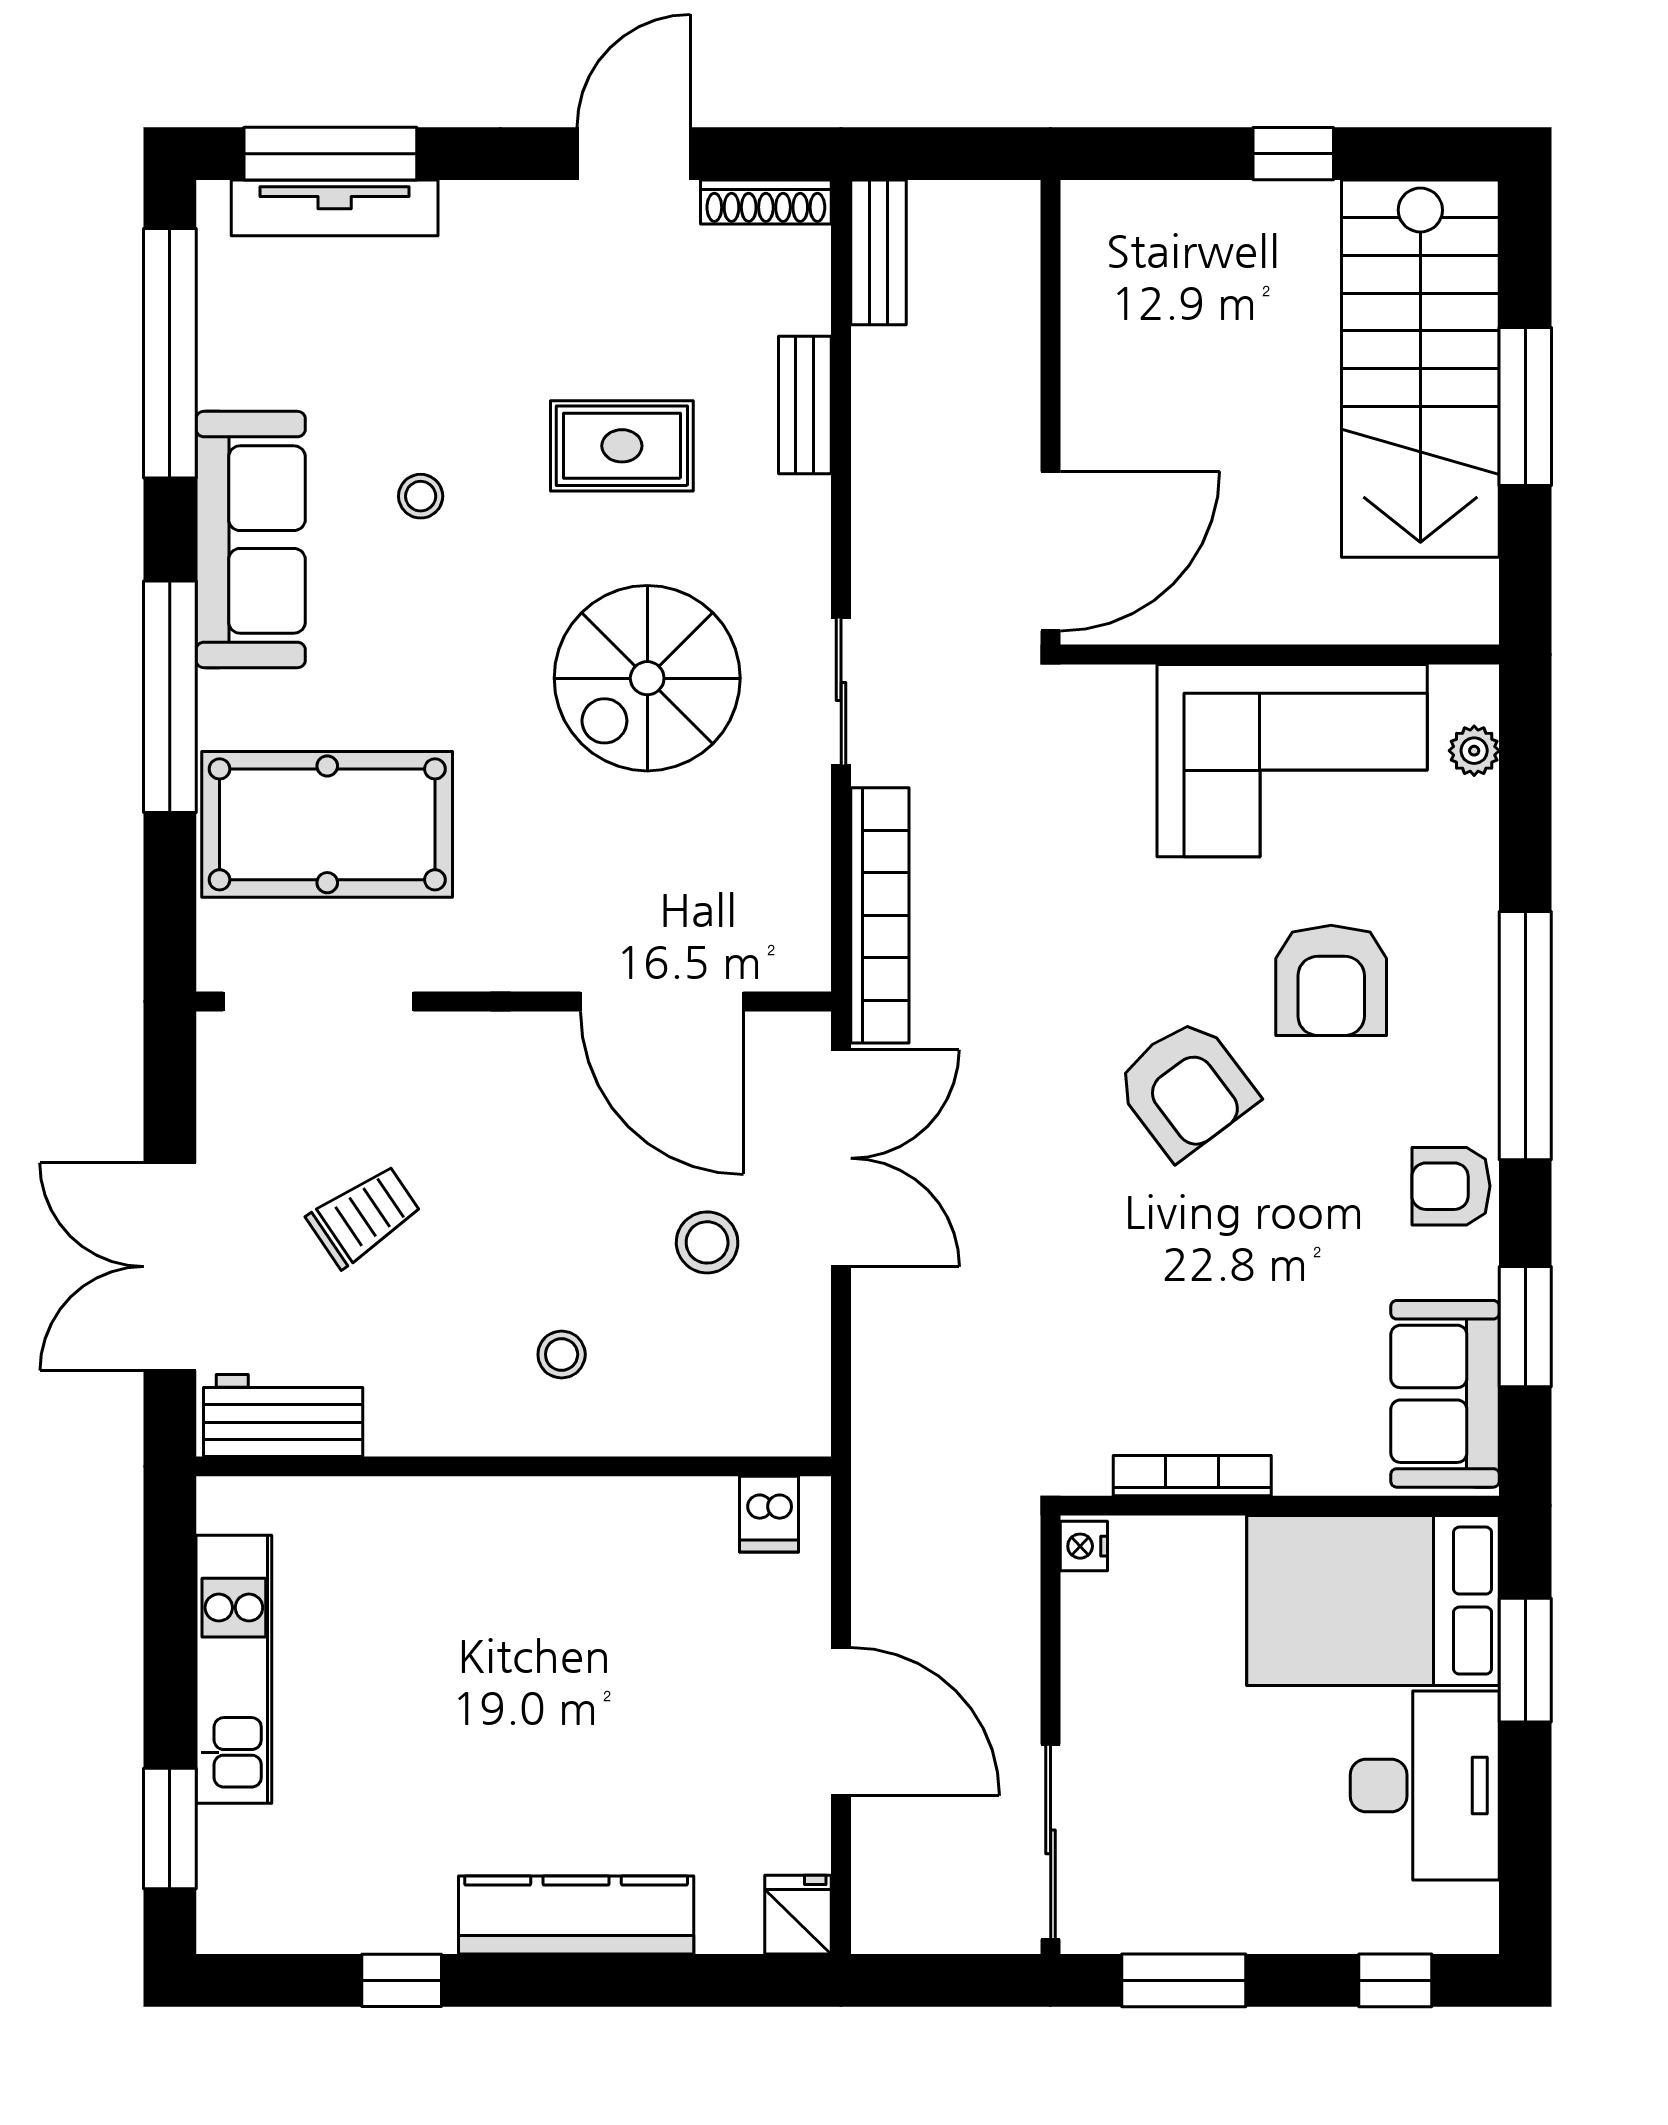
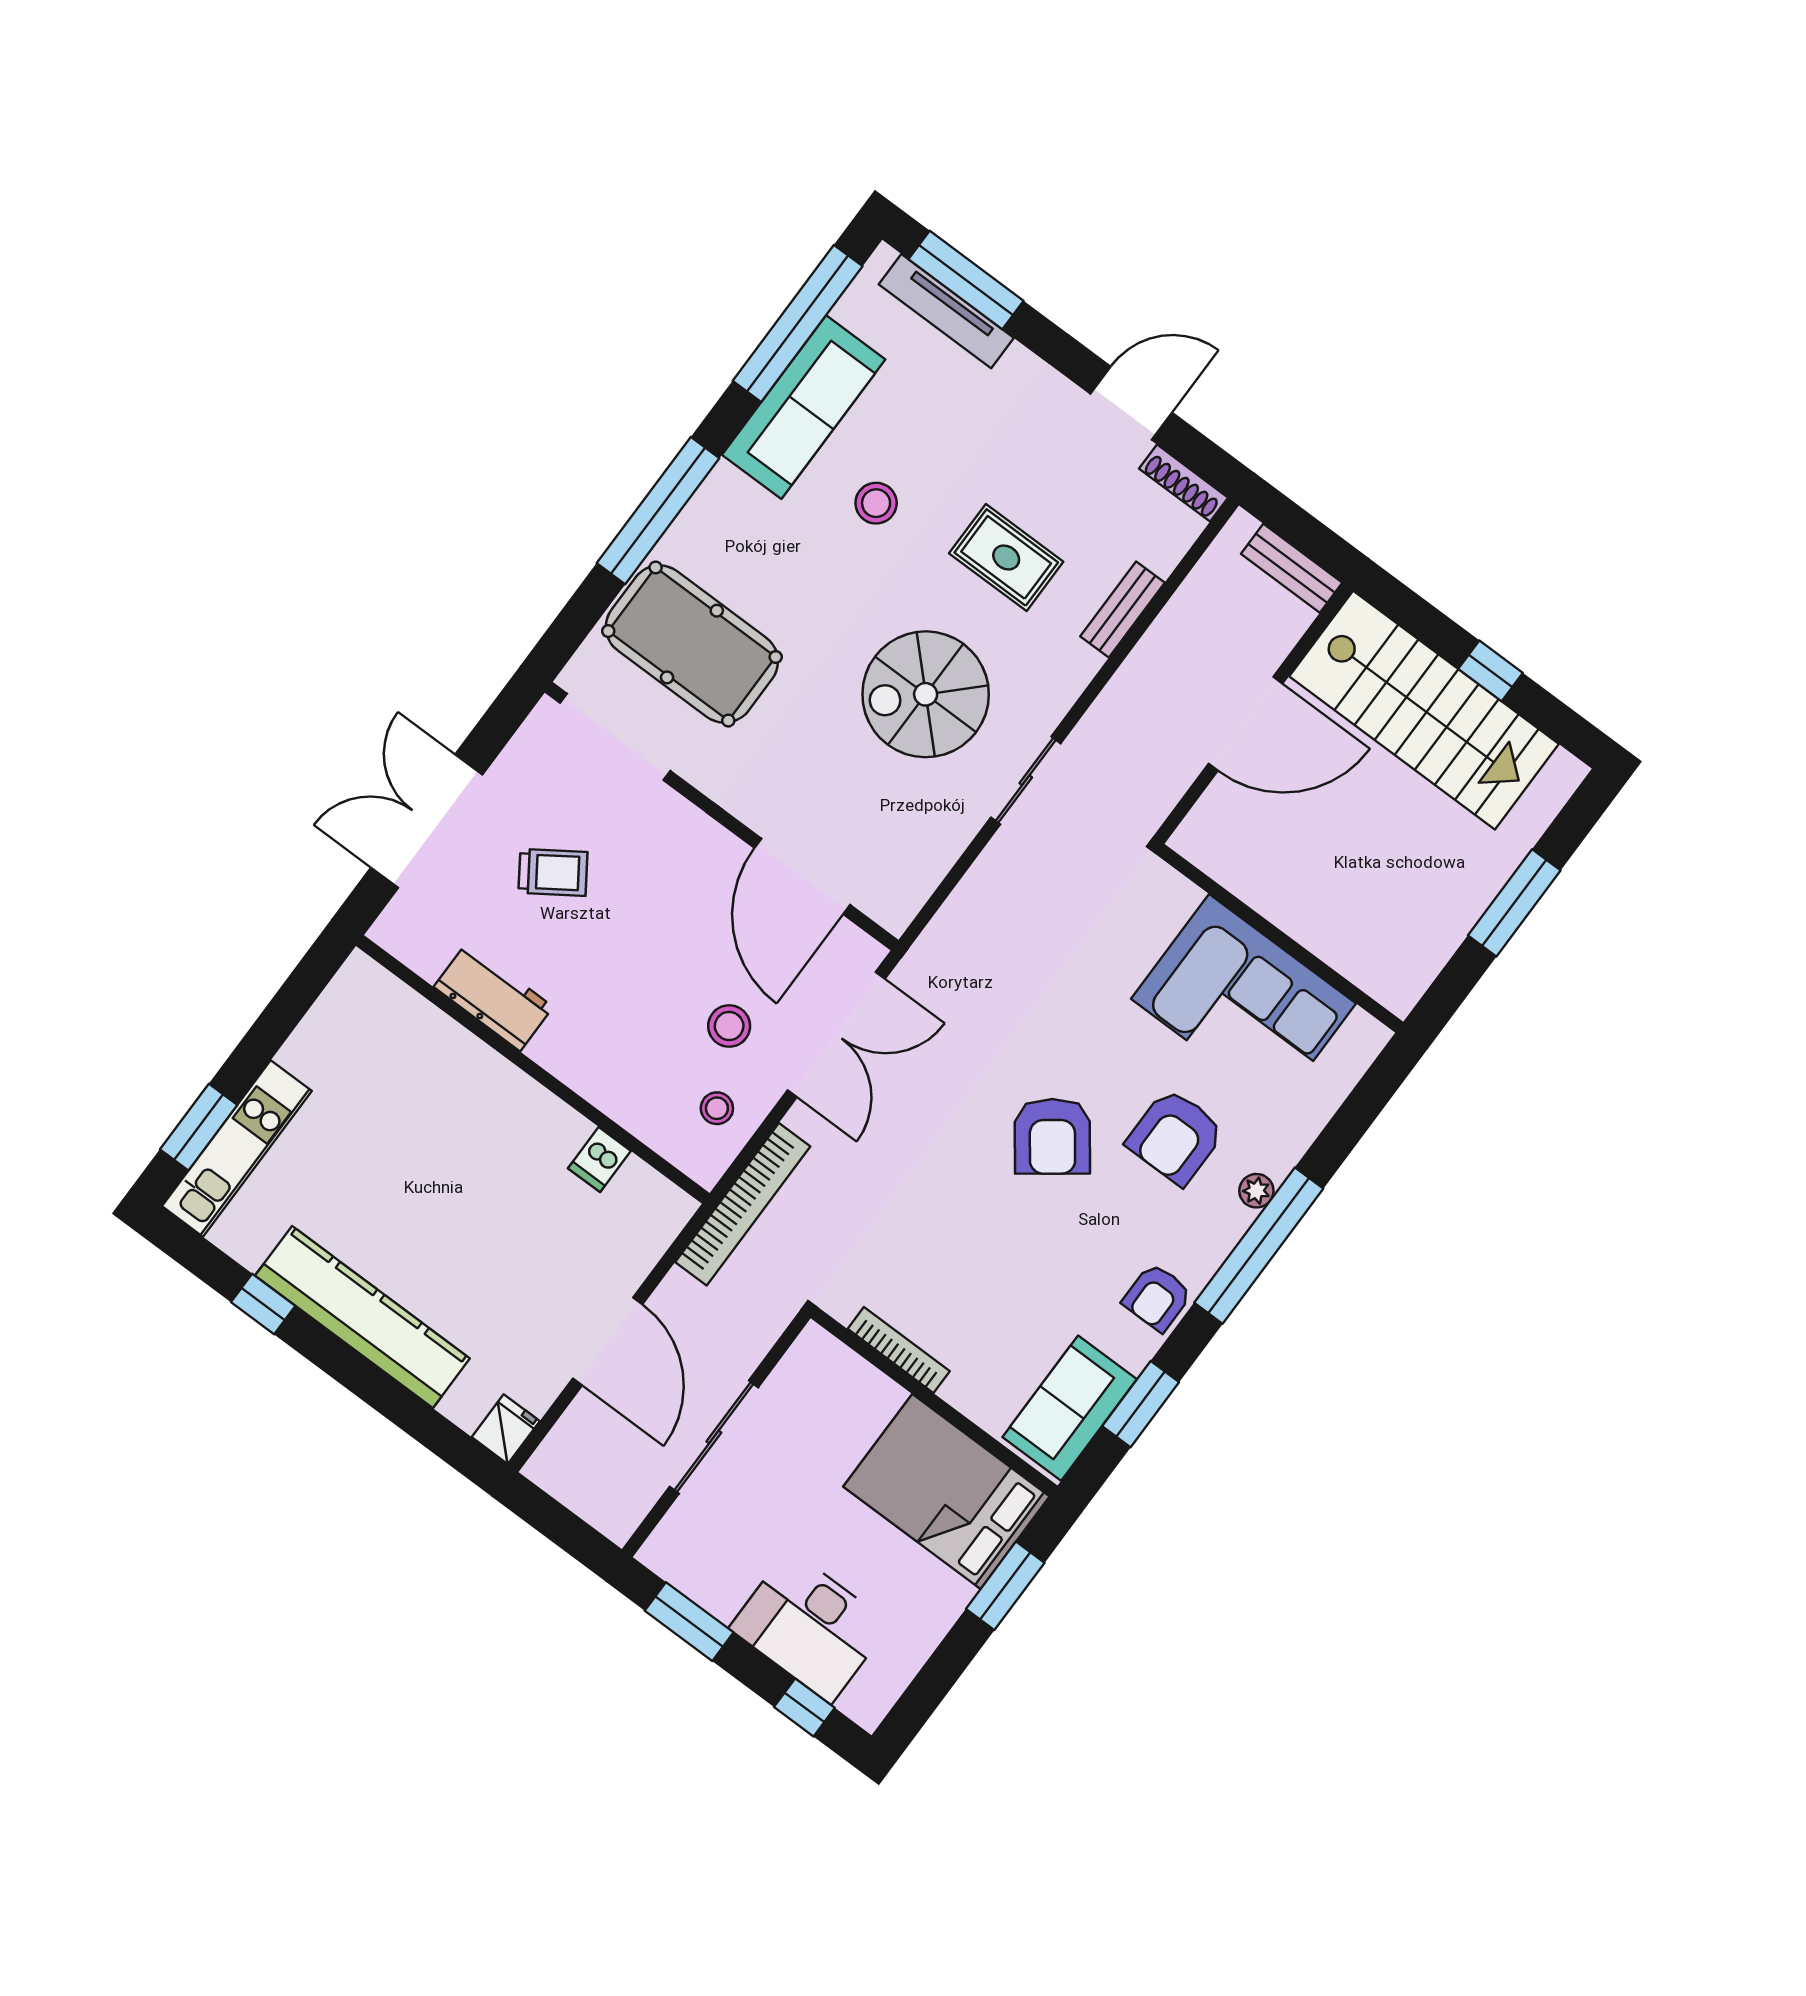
bench: (879, 252) -> (1292, 568), moved, turned 90
stairs: (1420, 369) -> (1424, 710), moved, turned -90
stool: (421, 496) -> (876, 503), width x1.37, depth x1.37
sofa: (251, 540) -> (804, 407), moved
door: (1051, 551) -> (1246, 724), moved
plant: (1474, 751) -> (1256, 1191), moved
bookcase: (880, 915) -> (743, 1204), moved
armchair: (1451, 1186) -> (1157, 1297), turned -90
stool: (562, 1354) -> (717, 1108), moved
workbench: (283, 1415) -> (493, 997), moved
dishwasher: (769, 1514) -> (599, 1160), moved
nightstand: (1084, 1546) -> (811, 1344), removed
kitchen unit: (234, 1669) -> (237, 1149), moved
desk: (1425, 1786) -> (810, 1626), moved, turned 90
sliding door: (1051, 1842) -> (714, 1437), moved
kitchen counter: (576, 1915) -> (362, 1317), width x1.39, depth x1.17

